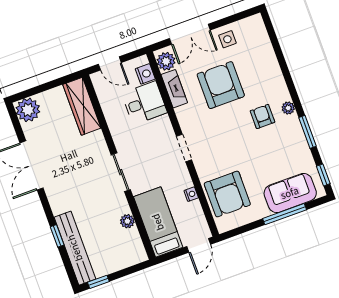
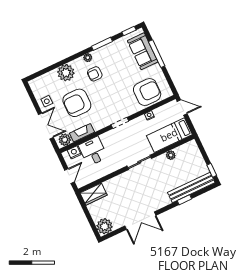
plant: (268, 73) -> (66, 73), added
wardrobe: (82, 106) -> (94, 194), width x0.67

